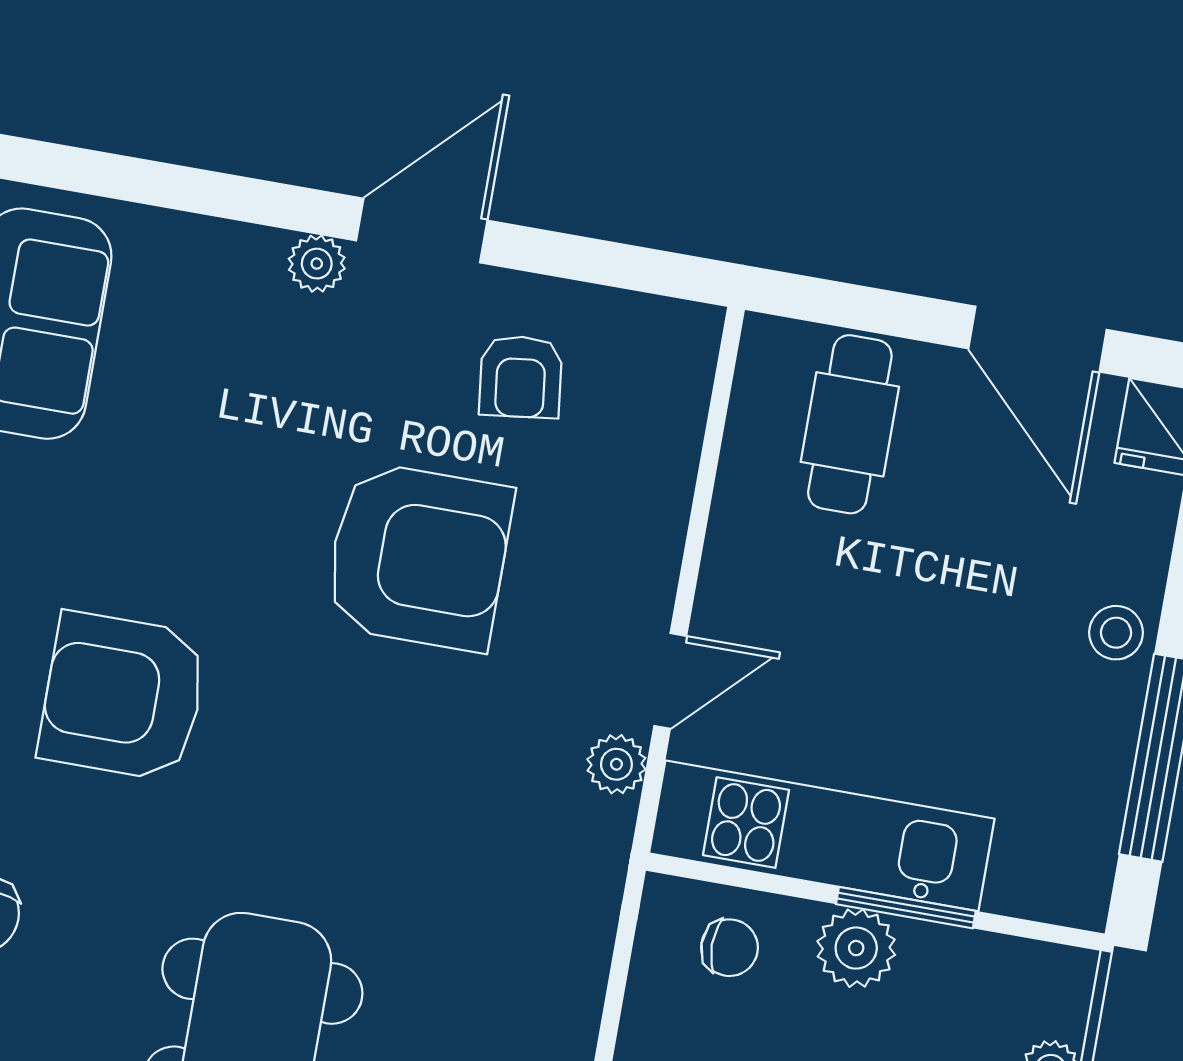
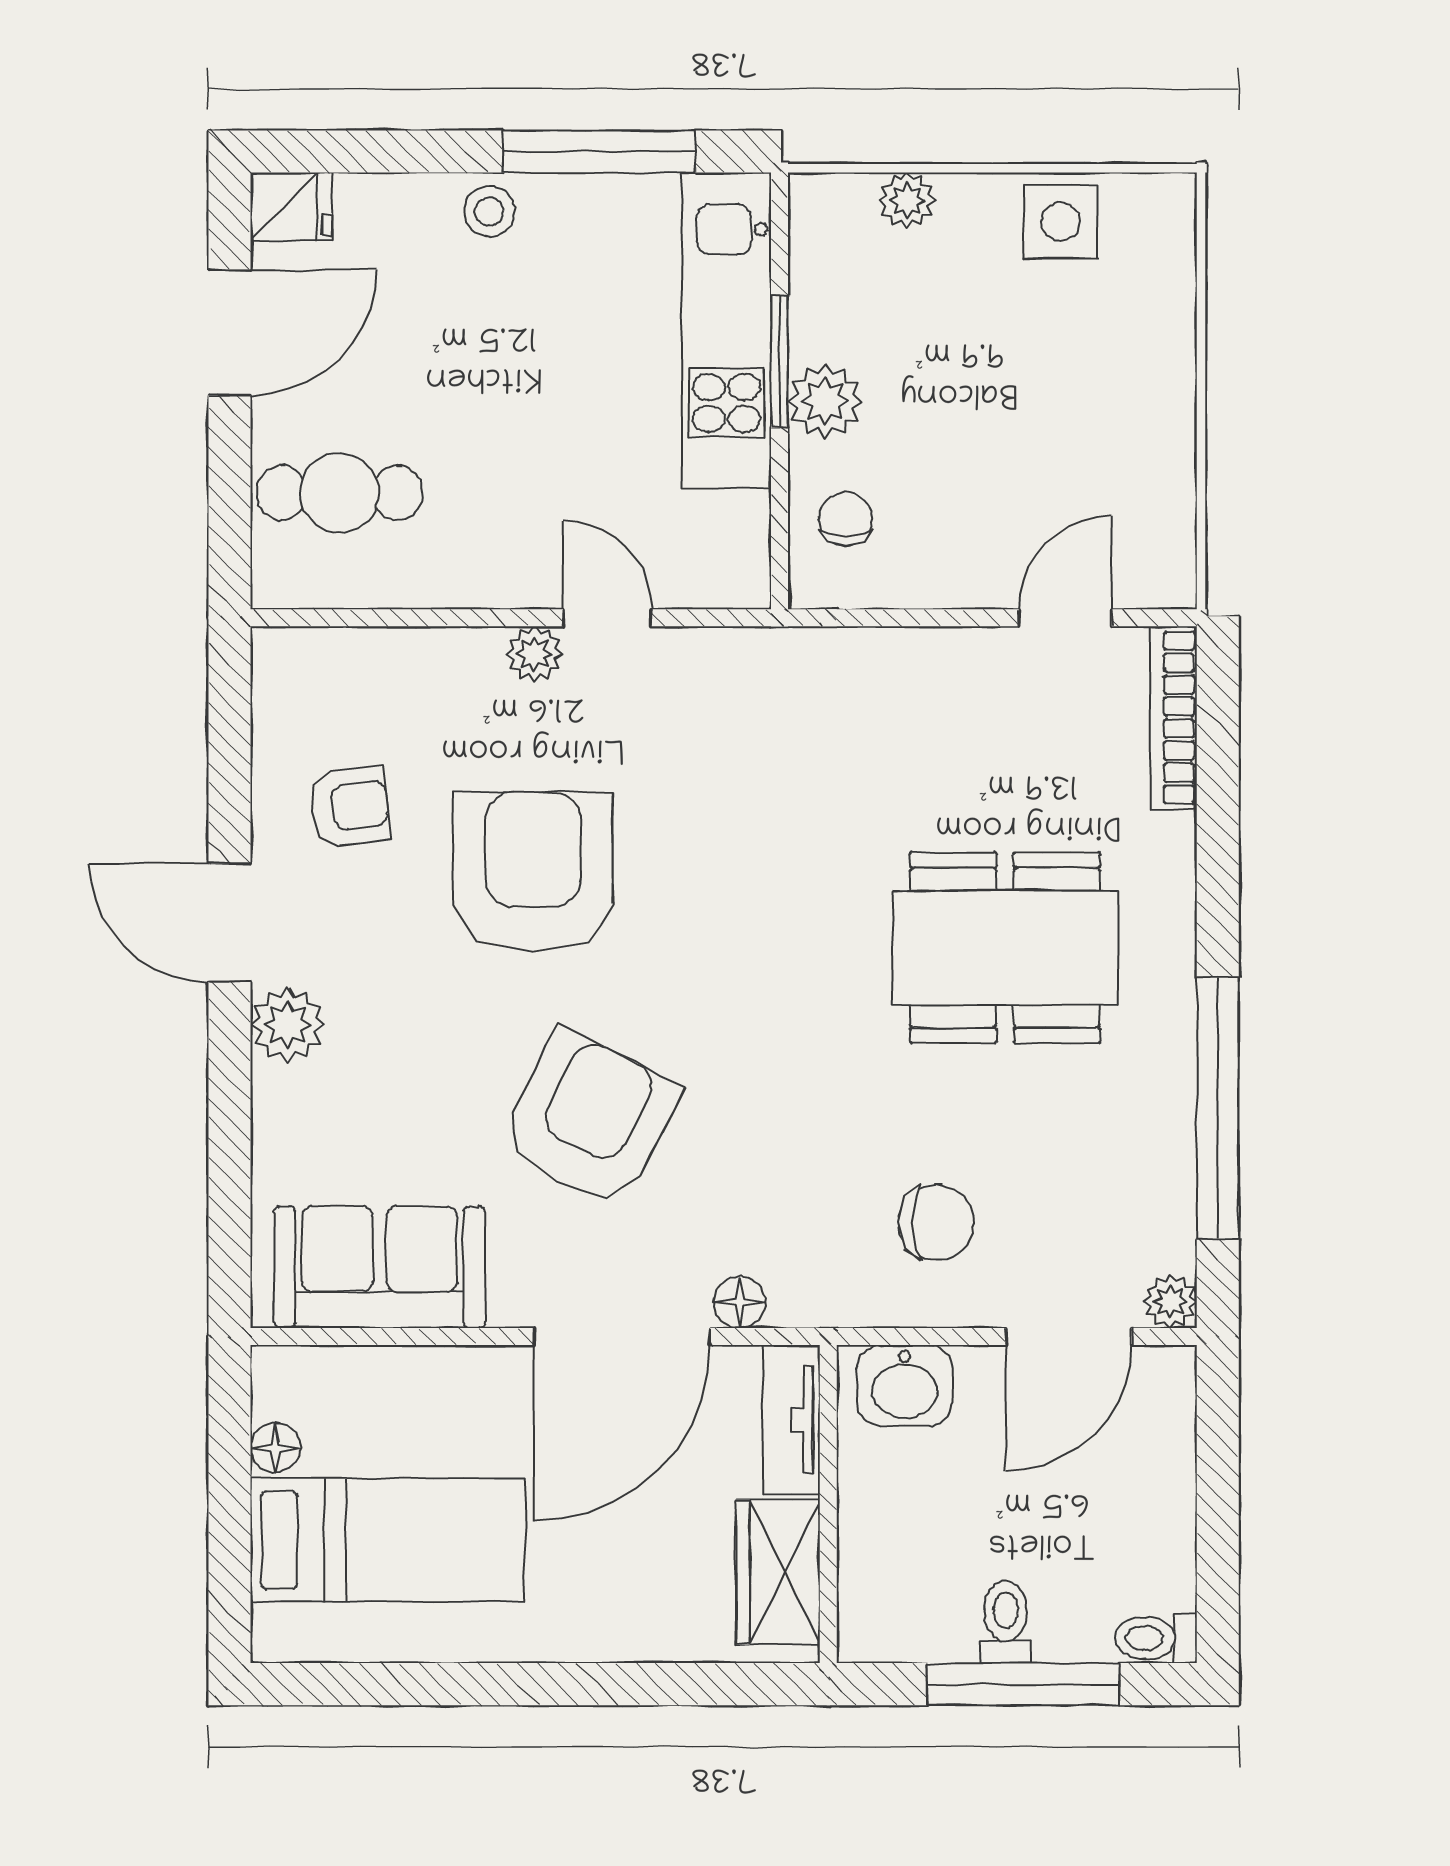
plant: (317, 264) -> (288, 1025), width x1.38, depth x1.38
armchair: (123, 696) -> (590, 1119), moved, turned -153
plant: (616, 764) -> (534, 654), moved
kitchen unit: (822, 836) -> (727, 330), moved

